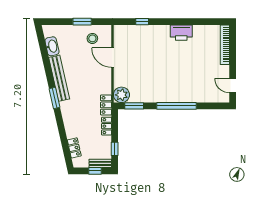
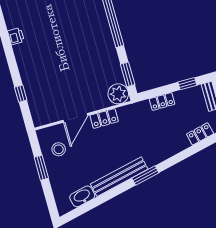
printer: (181, 33) -> (16, 36), width x0.53, depth x0.68
locker: (106, 105) -> (104, 118), moved

